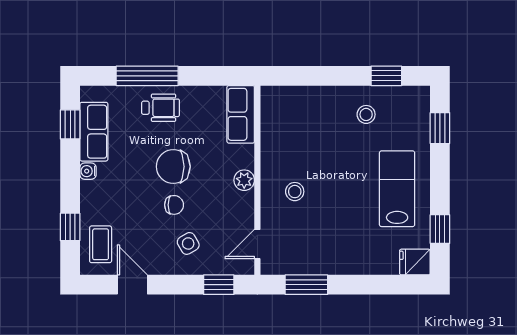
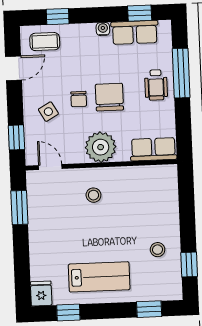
plant: (244, 180) -> (101, 147), width x1.88, depth x1.88

